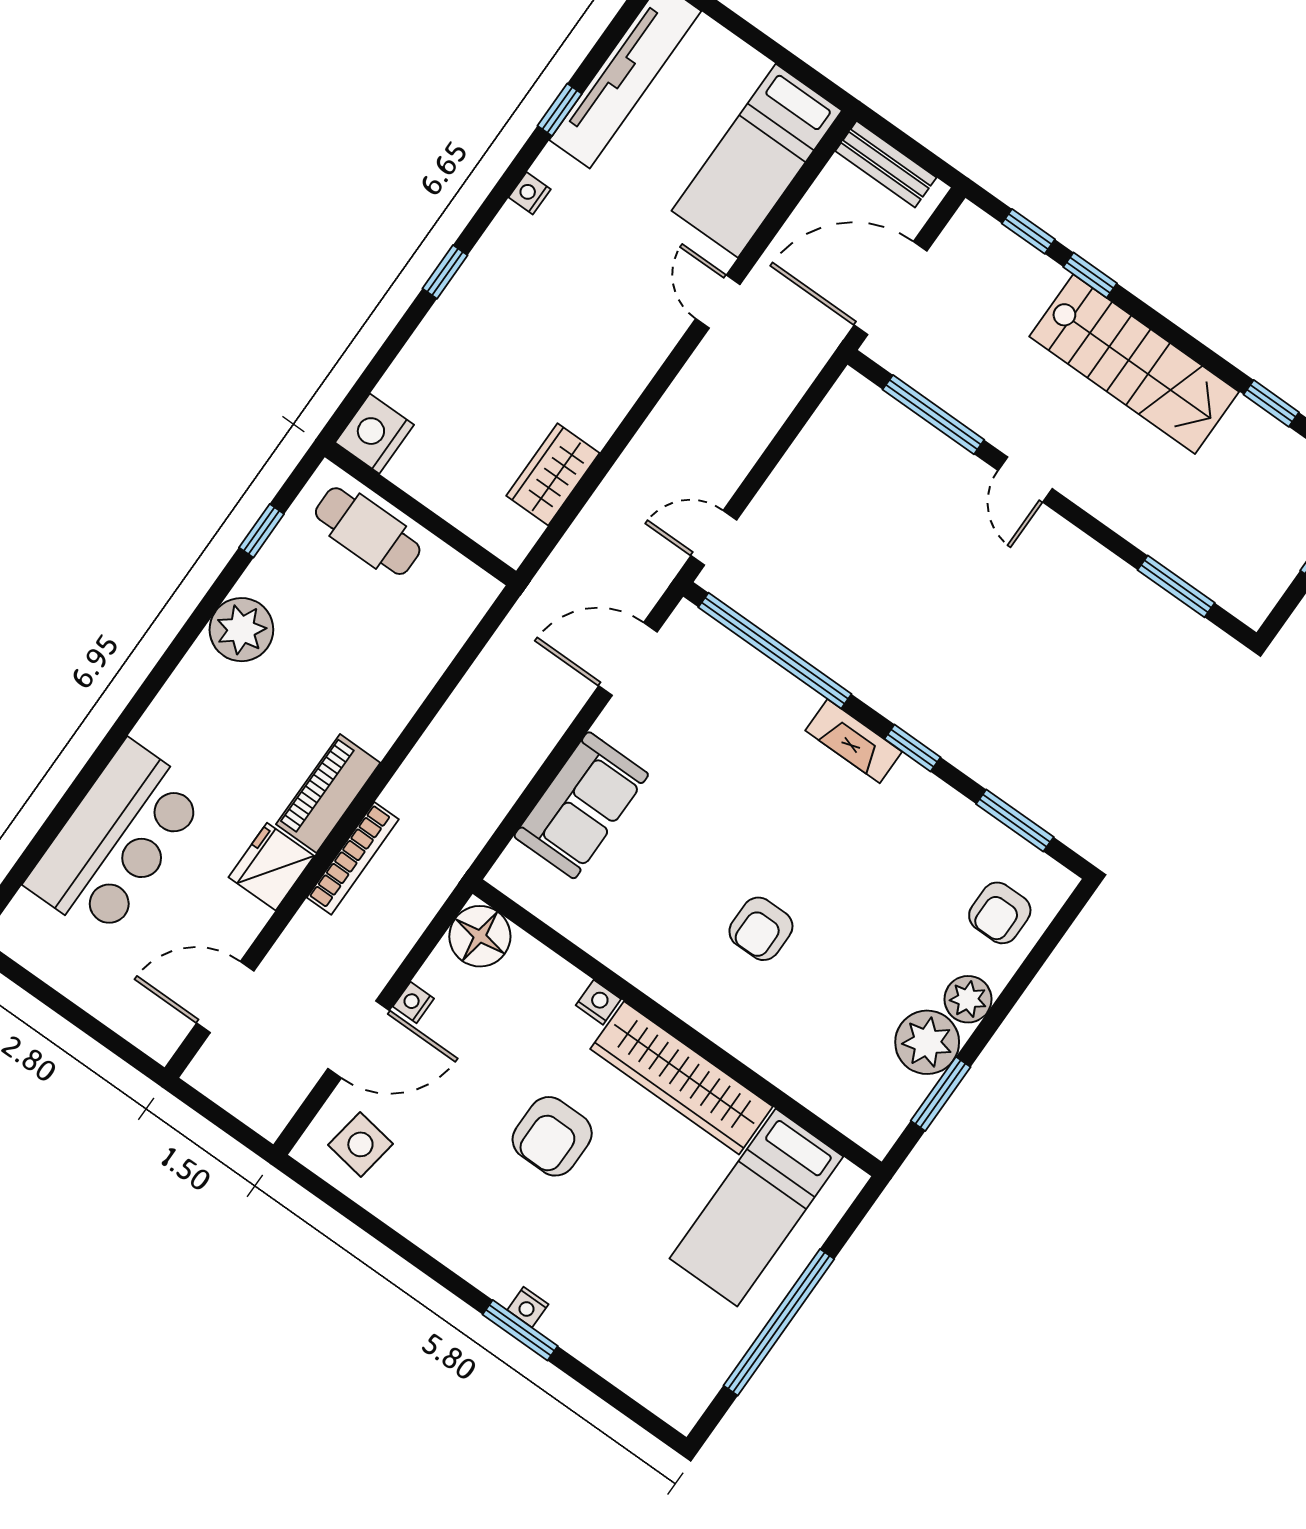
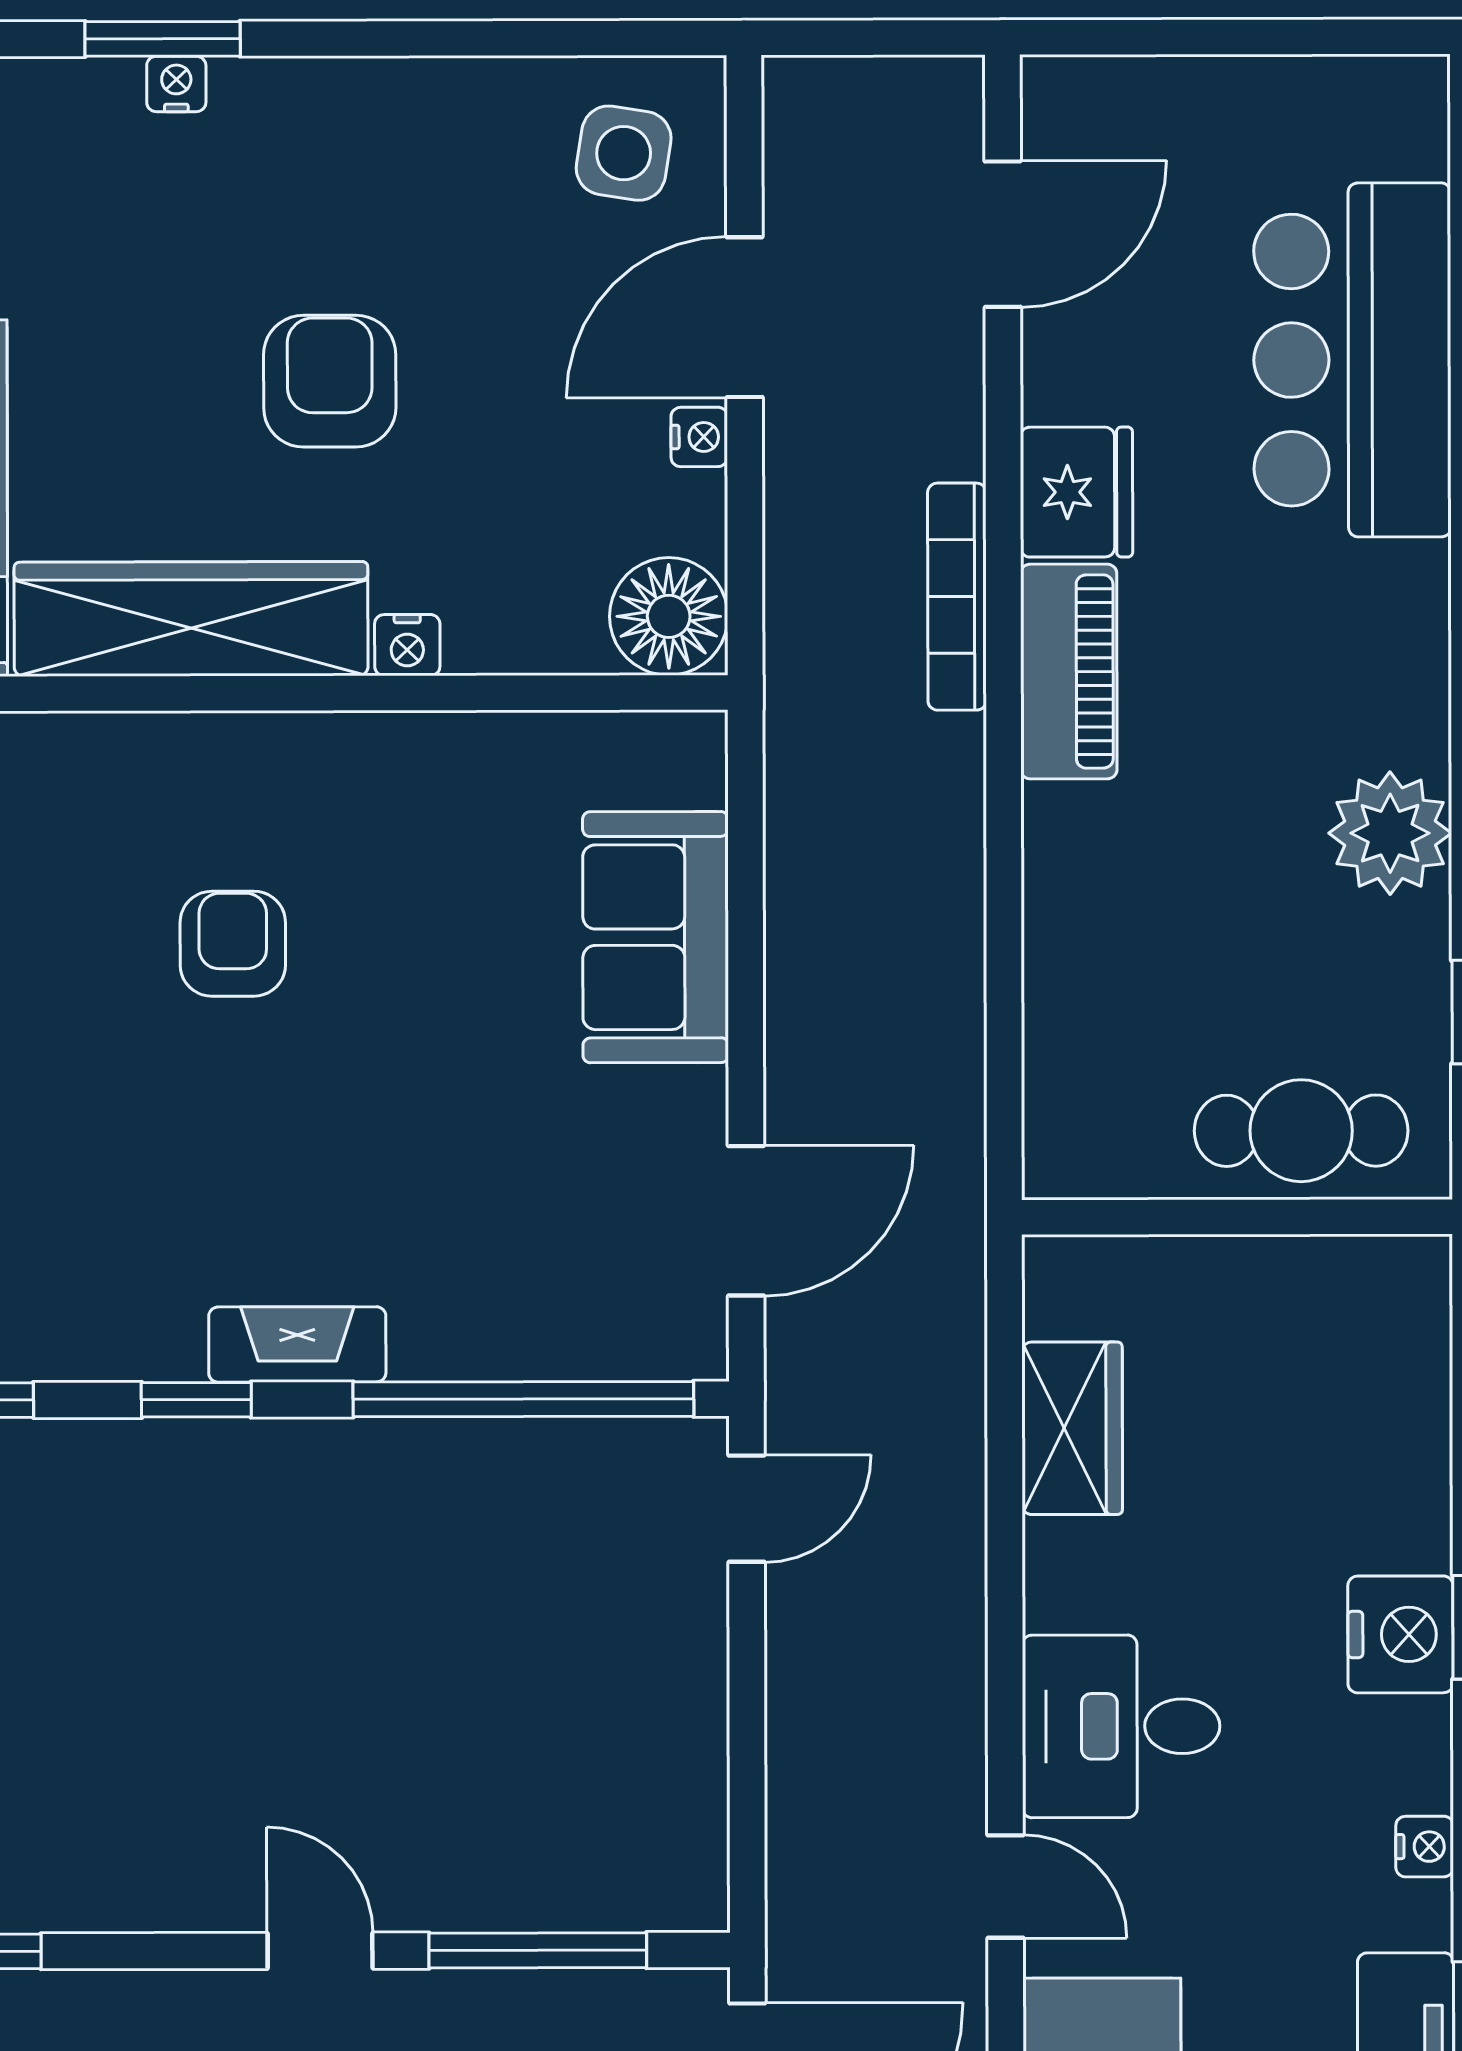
desk: (621, 334) -> (1121, 1726), added
nightstand: (374, 434) -> (1401, 1634), moved

